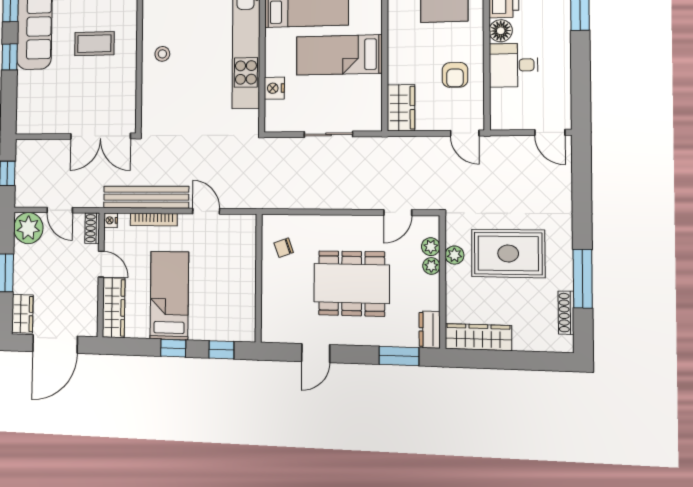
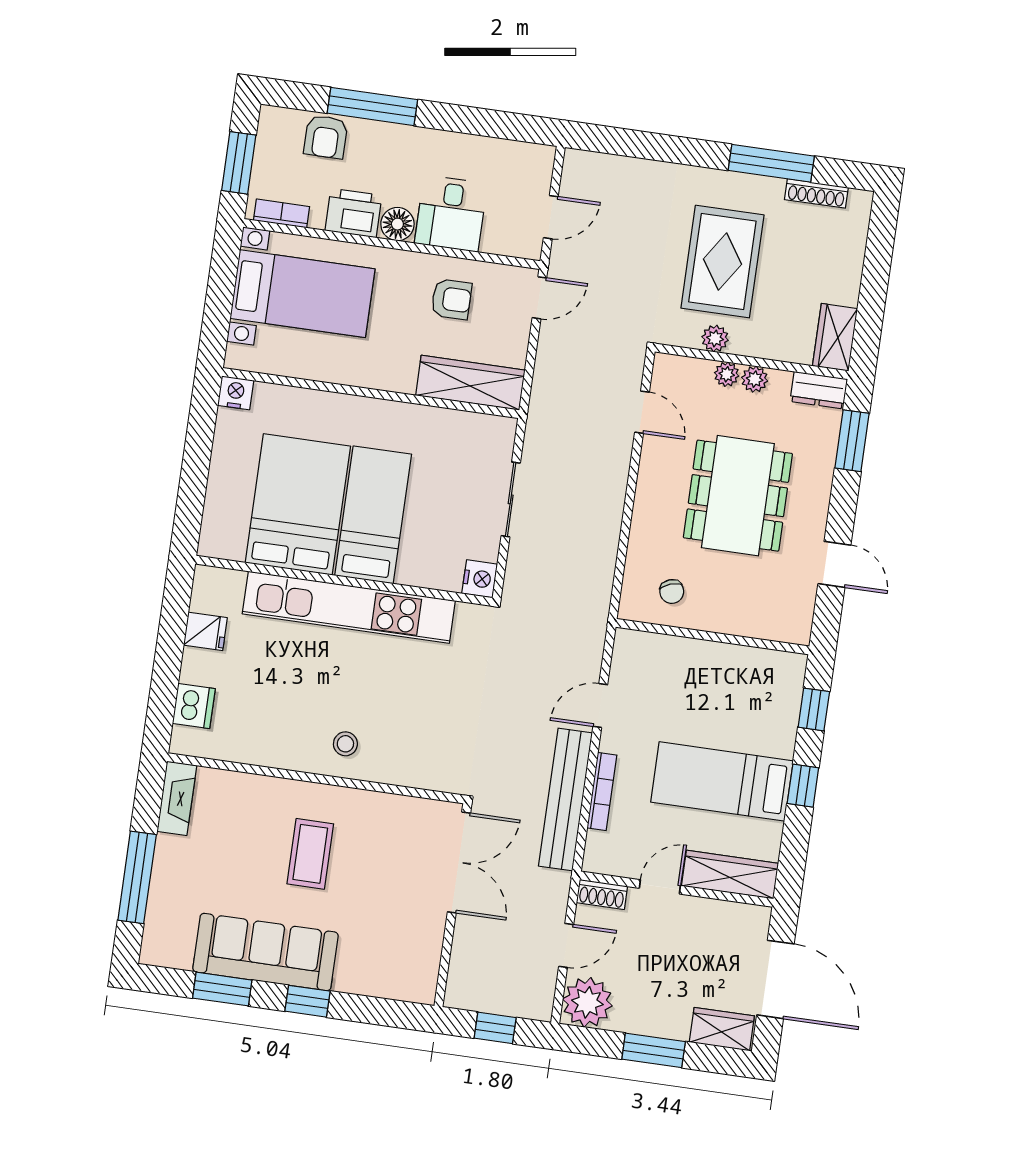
bed: (339, 55) -> (373, 515), moved, turned 180
nightstand: (274, 88) -> (480, 579), moved, turned -90
wardrobe: (401, 108) -> (470, 383), width x1.50
door: (550, 132) -> (551, 217), moved
nightstand: (111, 220) -> (594, 862), removed
plant: (431, 247) -> (755, 379), moved
wardrobe: (478, 337) -> (835, 337), width x0.67

